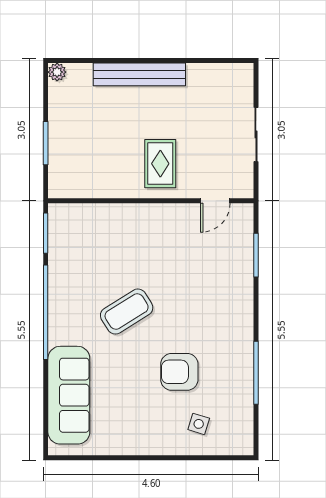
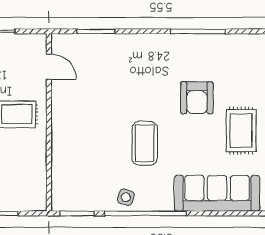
coffee table: (127, 312) -> (145, 143), turned 32
rug: (141, 423) -> (241, 131), added
side table: (199, 424) -> (126, 197), moved

